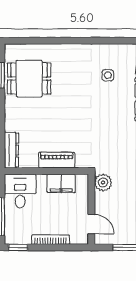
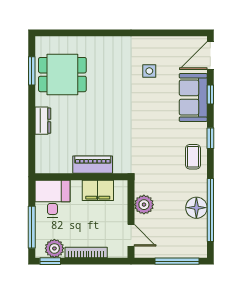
dresser: (11, 150) -> (43, 121), moved, width x0.70
plant: (103, 183) -> (144, 205), moved
plant: (22, 236) -> (54, 248), added

